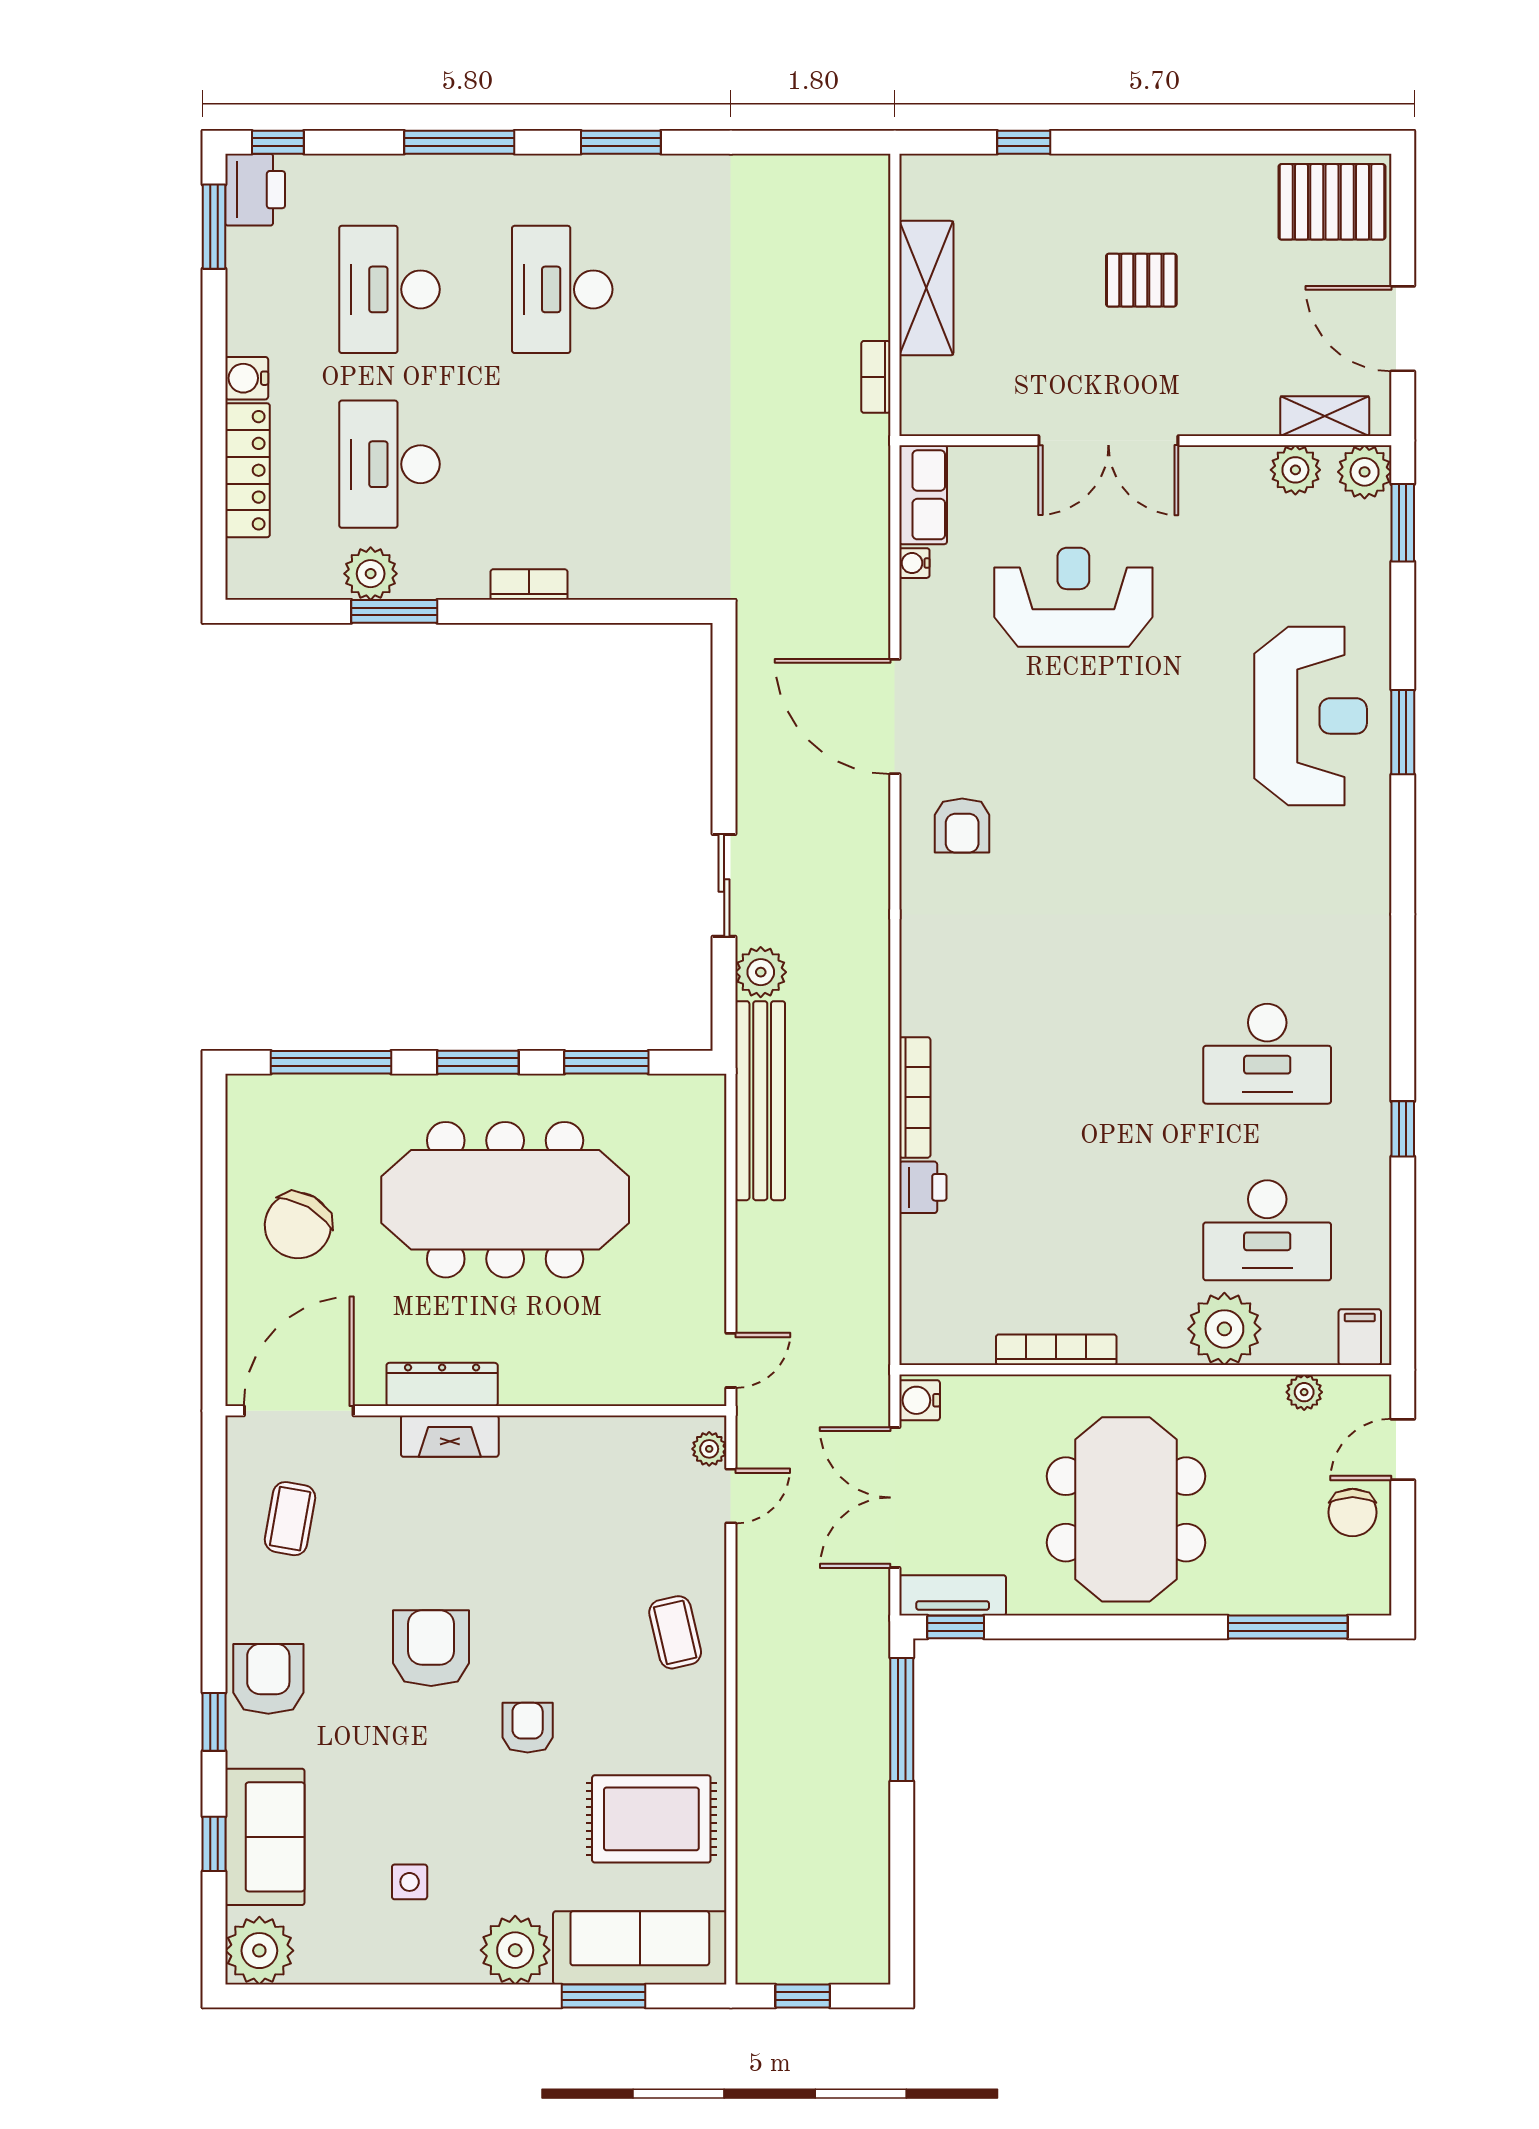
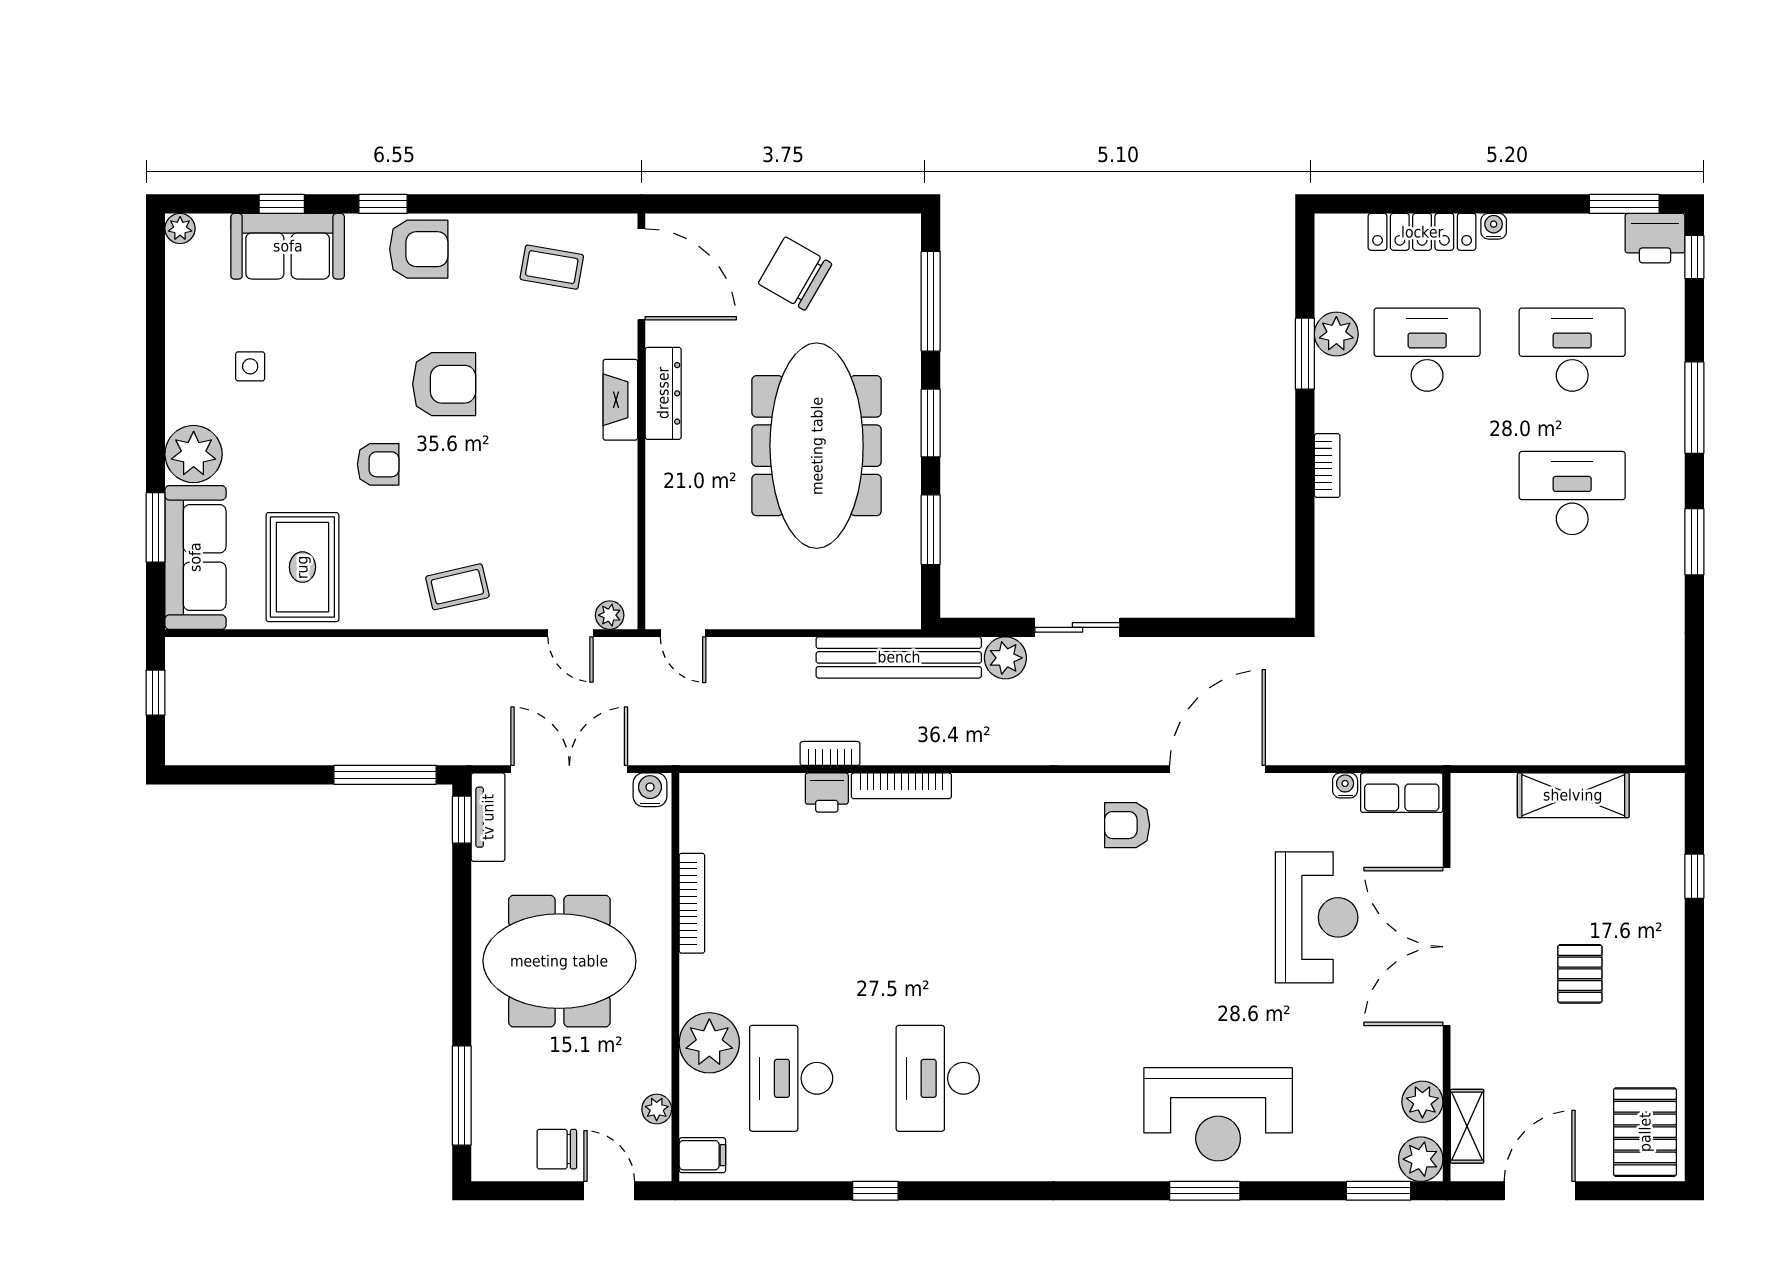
bookcase: (876, 377) -> (830, 753), moved
water cooler: (247, 378) -> (1494, 226), width x0.72, depth x0.72
double door: (1108, 441) -> (1447, 947), width x1.36
plant: (259, 1951) -> (180, 228), width x0.53, depth x0.53

